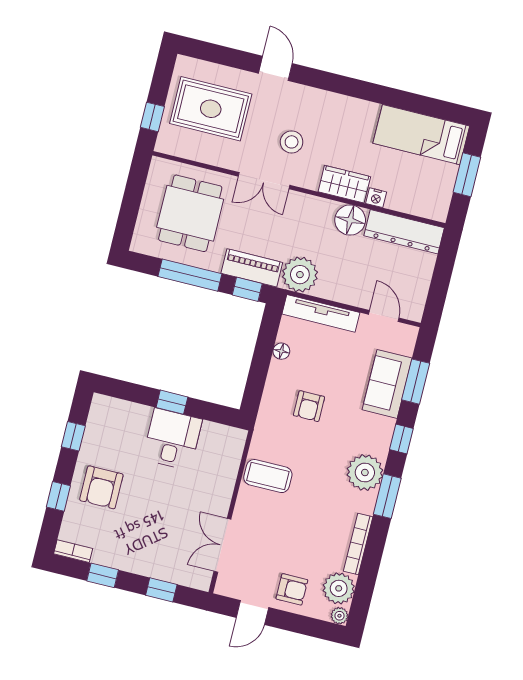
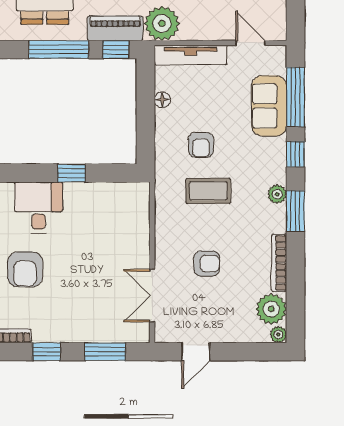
window: (416, 382) -> (295, 97), width x1.44
desk: (172, 439) -> (39, 208), moved
plant: (365, 473) -> (277, 194), width x0.53, depth x0.53
coffee table: (268, 476) -> (208, 191), moved
armchair: (292, 589) -> (207, 264), moved
window: (161, 590) -> (105, 352), width x1.50

